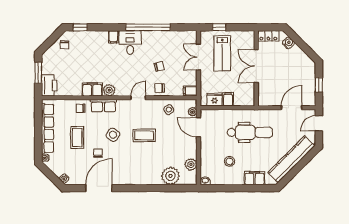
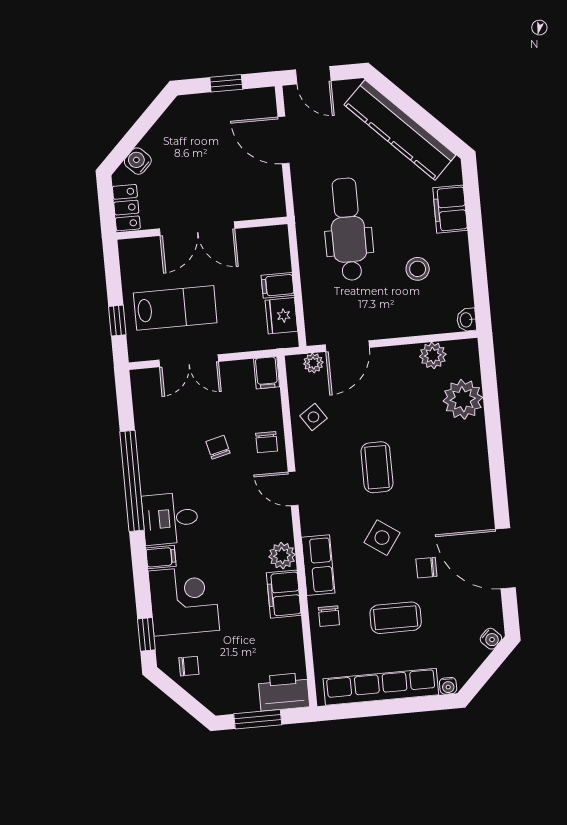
corner desk: (93, 45) -> (184, 601), added

